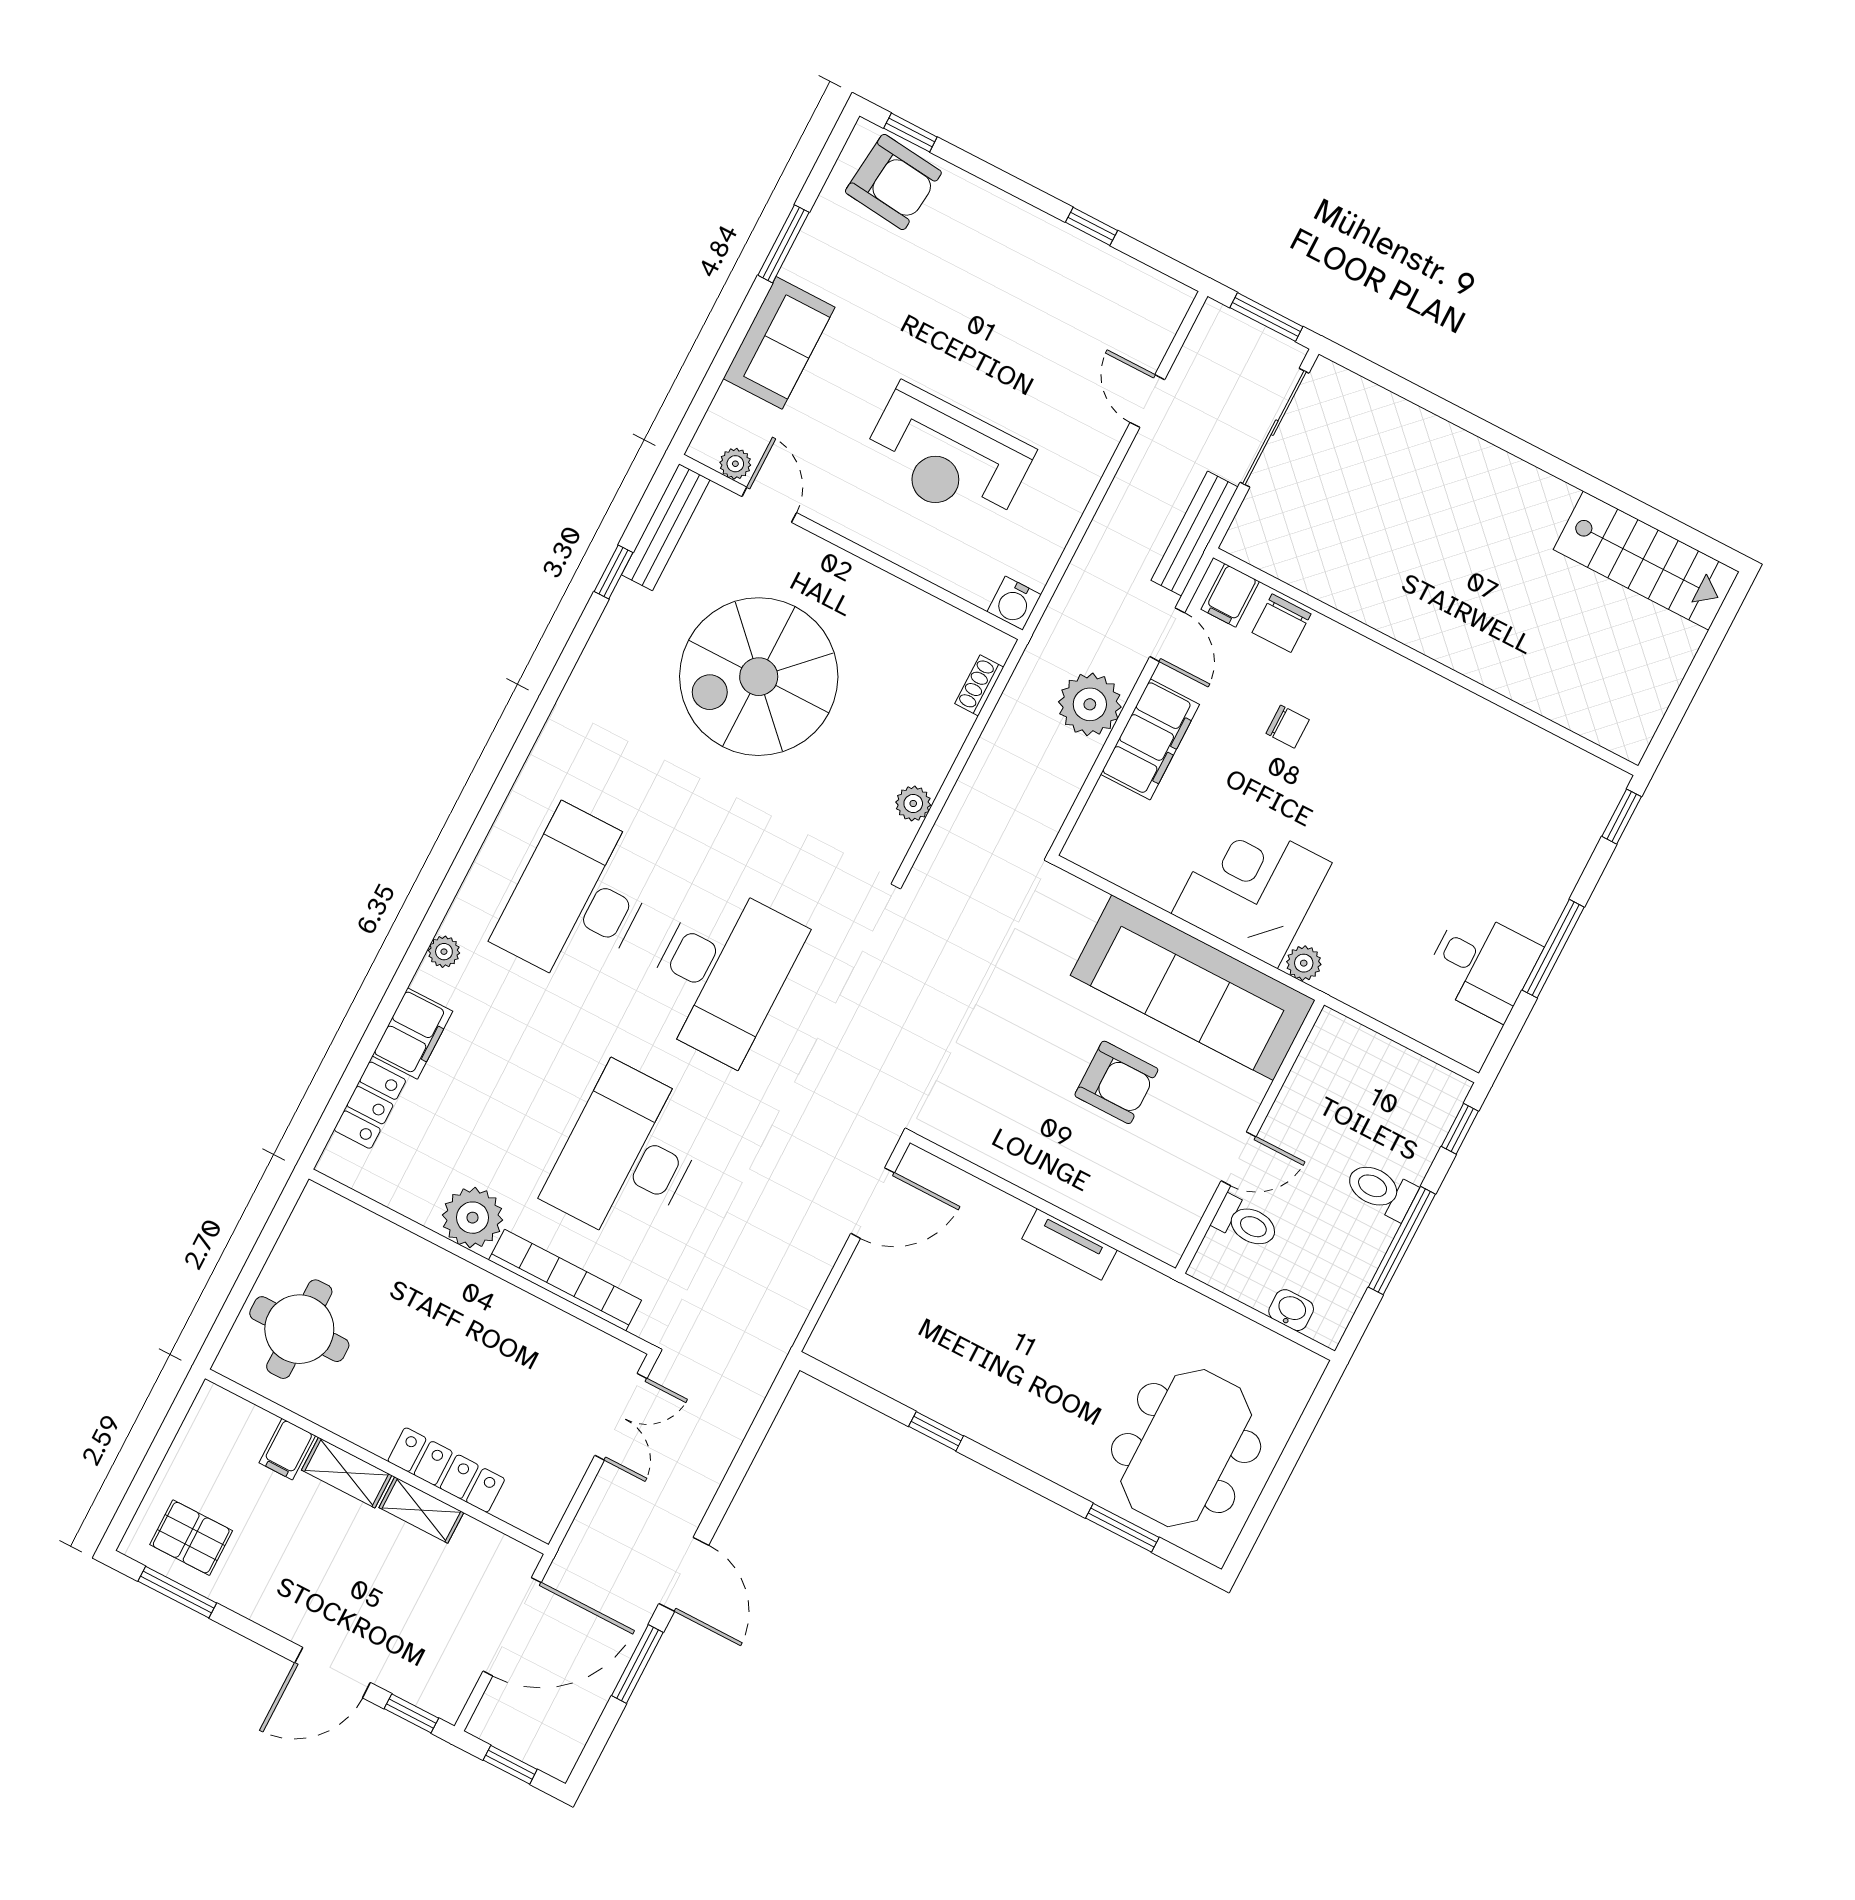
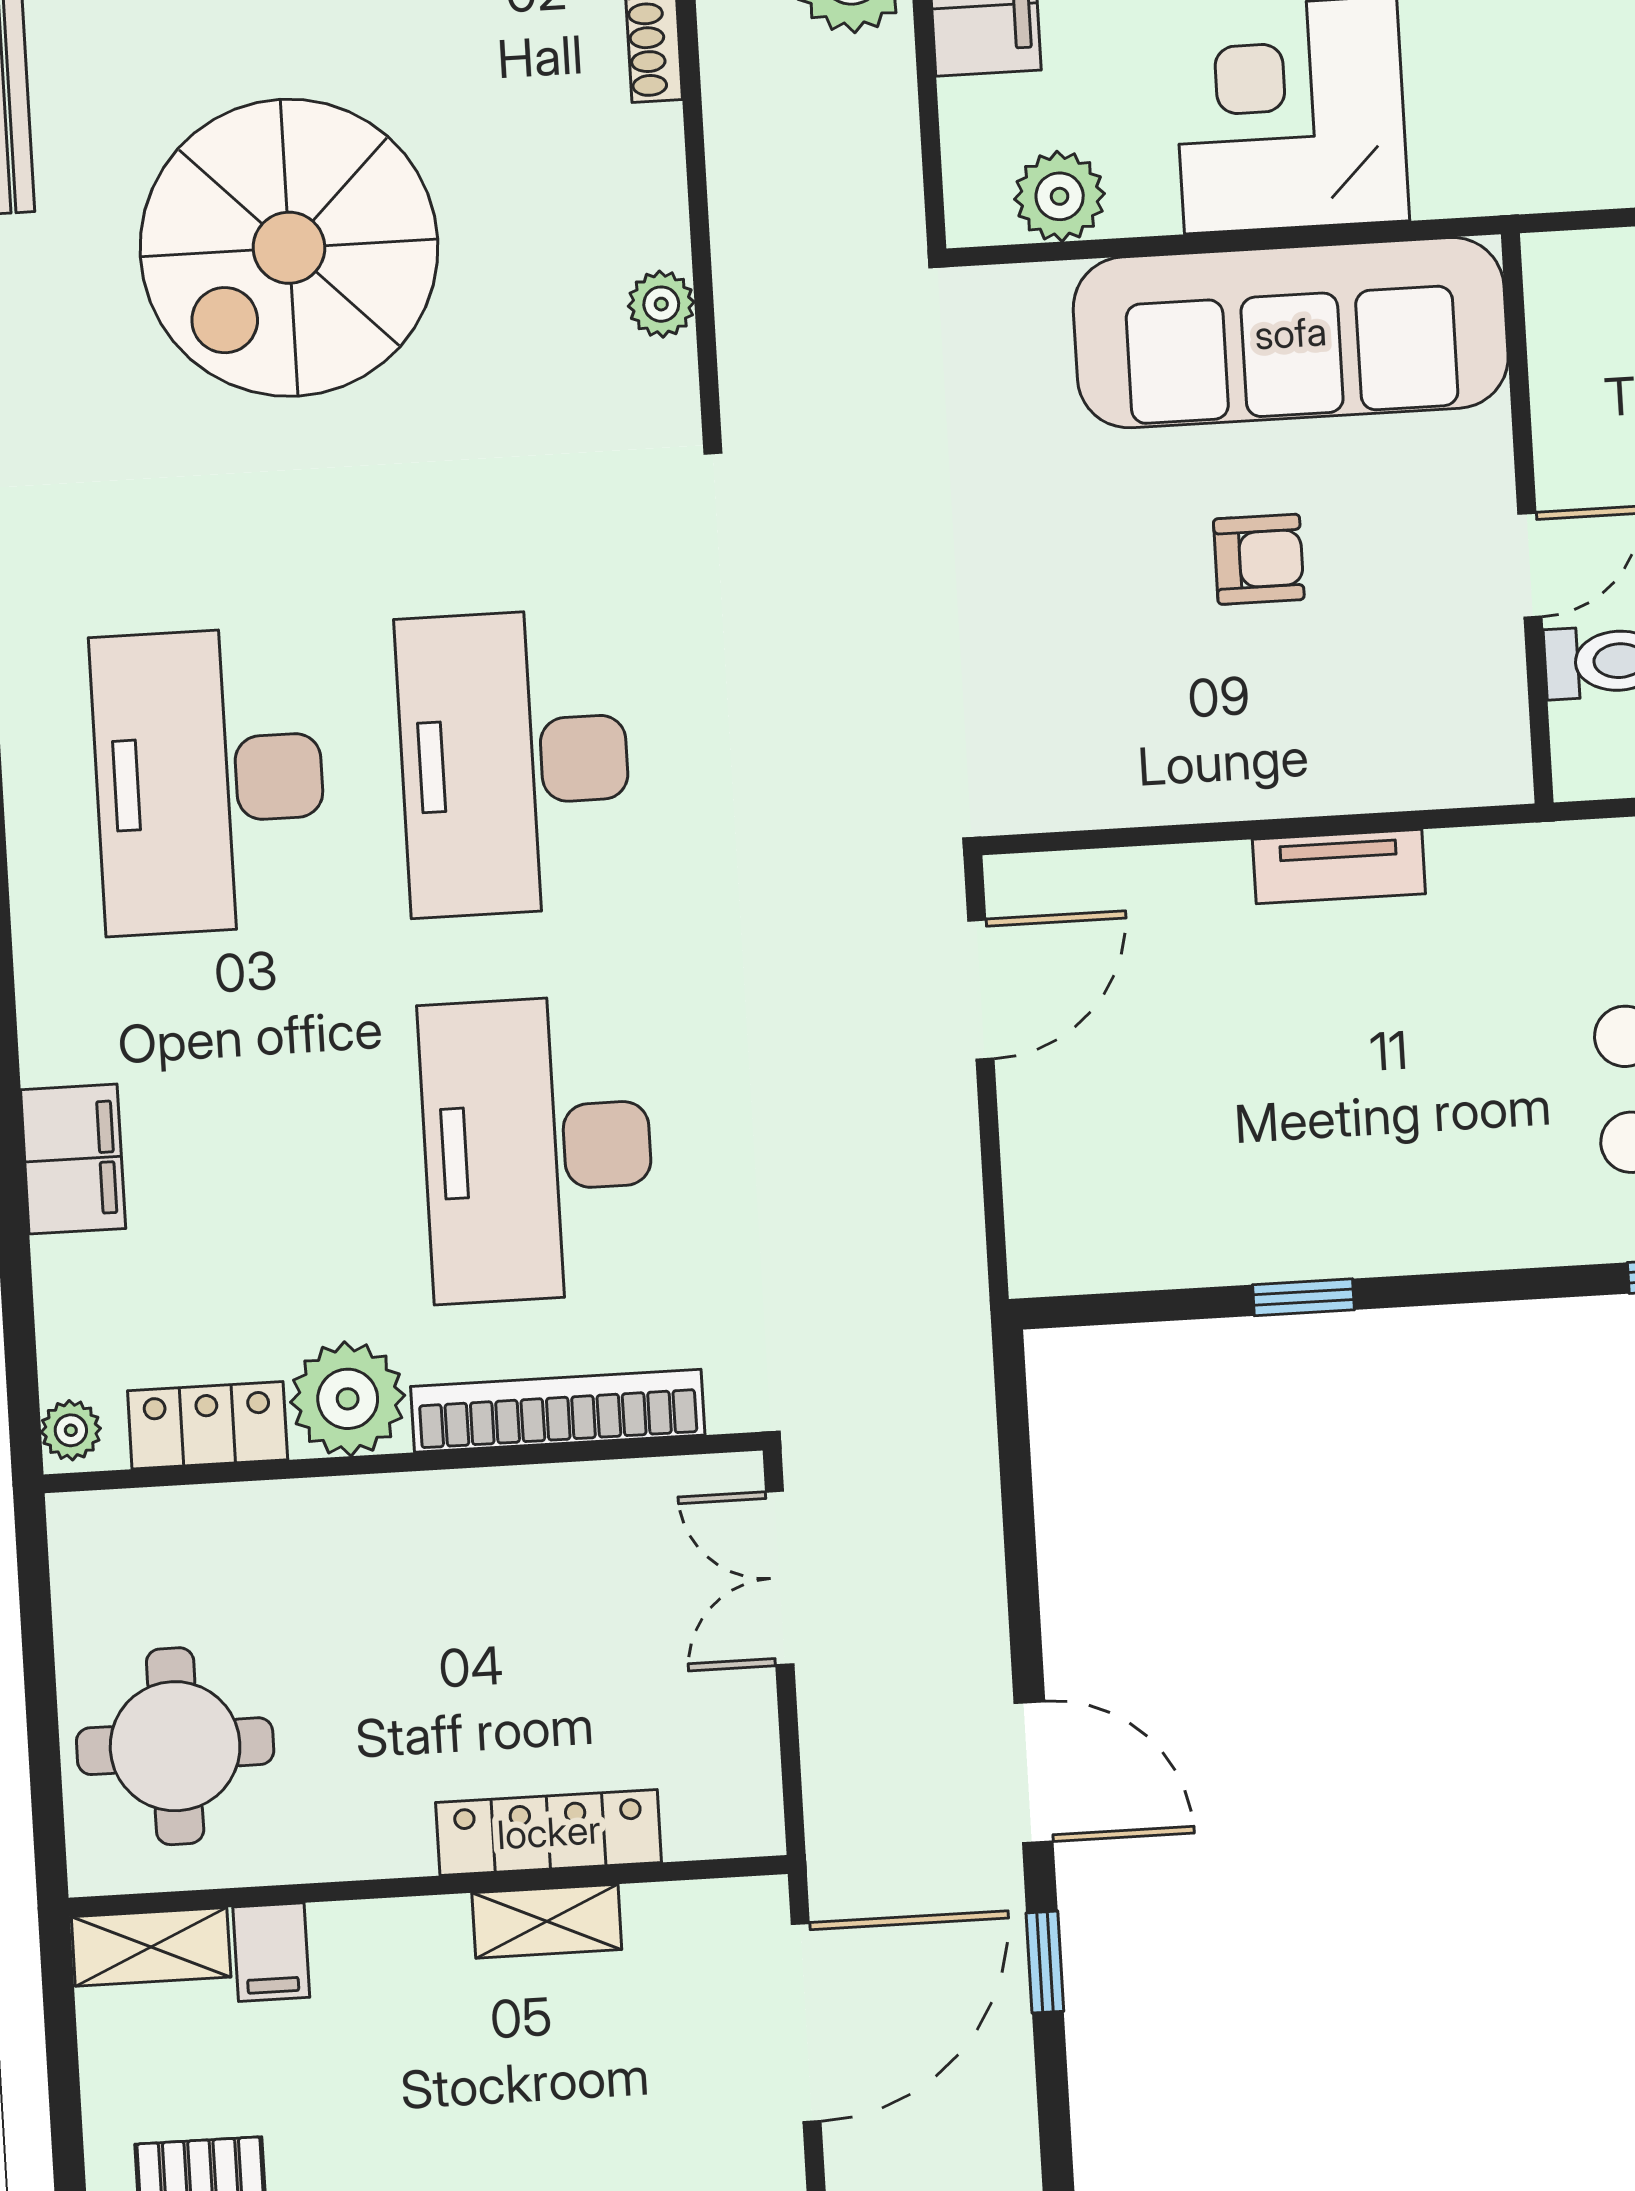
plant: (444, 952) -> (71, 1430), moved
plant: (1304, 963) -> (1060, 196), moved, width x1.38, depth x1.38
desk: (722, 973) -> (515, 762), turned 180
armchair: (1116, 1082) -> (1259, 559), width x0.72, depth x0.72
locker: (370, 1105) -> (208, 1425), moved, turned -90
double door: (621, 1417) -> (780, 1578), swing flipped
shelving: (347, 1473) -> (151, 1947), moved
window: (637, 1664) -> (1045, 1962), width x0.67

